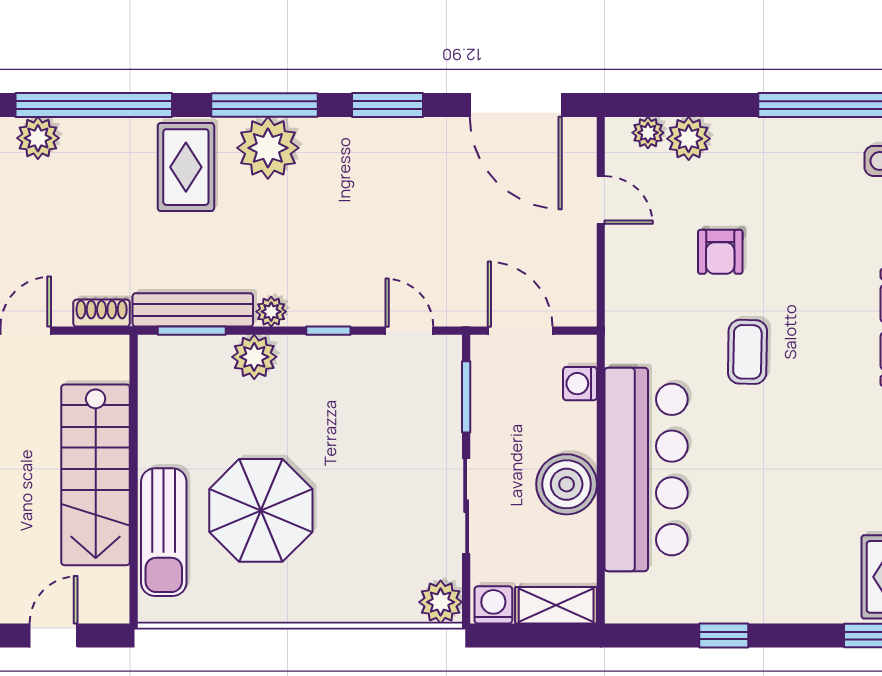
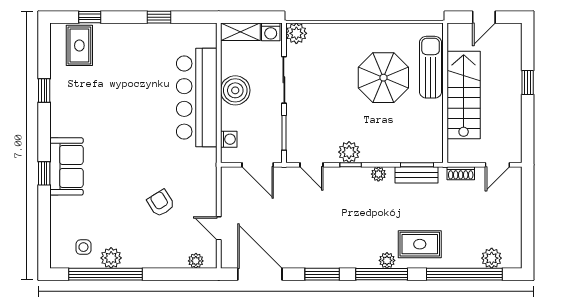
plant: (689, 139) -> (111, 258), moved
plant: (268, 148) -> (387, 260), width x0.53, depth x0.53
rug: (186, 167) -> (420, 244), turned 90
armchair: (720, 252) -> (161, 203), turned -32
bench: (193, 310) -> (416, 175), width x0.73
coffee table: (747, 352) -> (148, 155), removed
plant: (254, 357) -> (349, 152), moved

